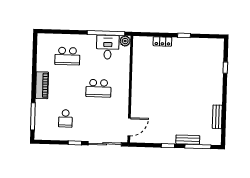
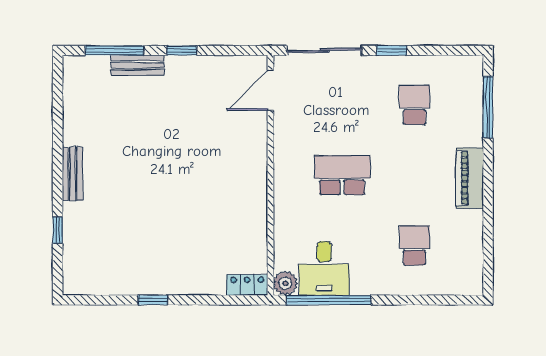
locker: (162, 41) -> (247, 285), moved
school desk: (67, 56) -> (414, 245), width x0.54
bench: (217, 117) -> (72, 174), moved

